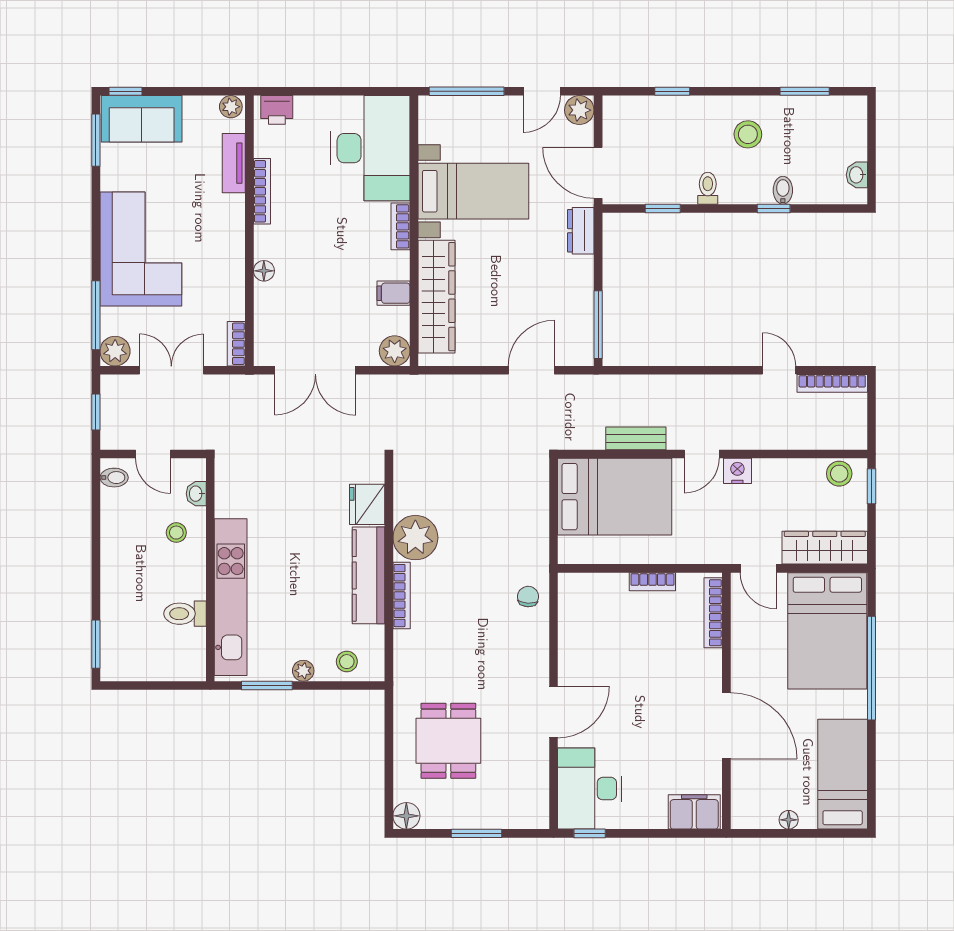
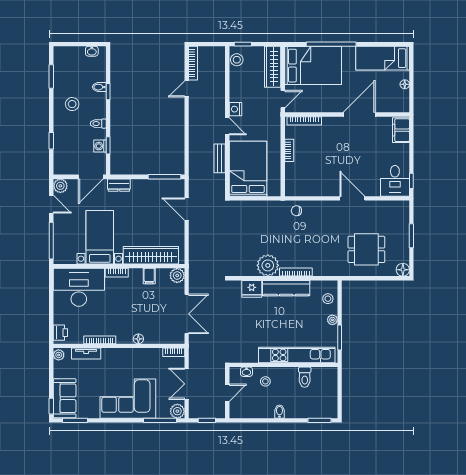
washing machine: (661, 192) -> (100, 146), added
bidet: (114, 478) -> (279, 412), moved
desk: (590, 789) -> (395, 181), width x0.73

